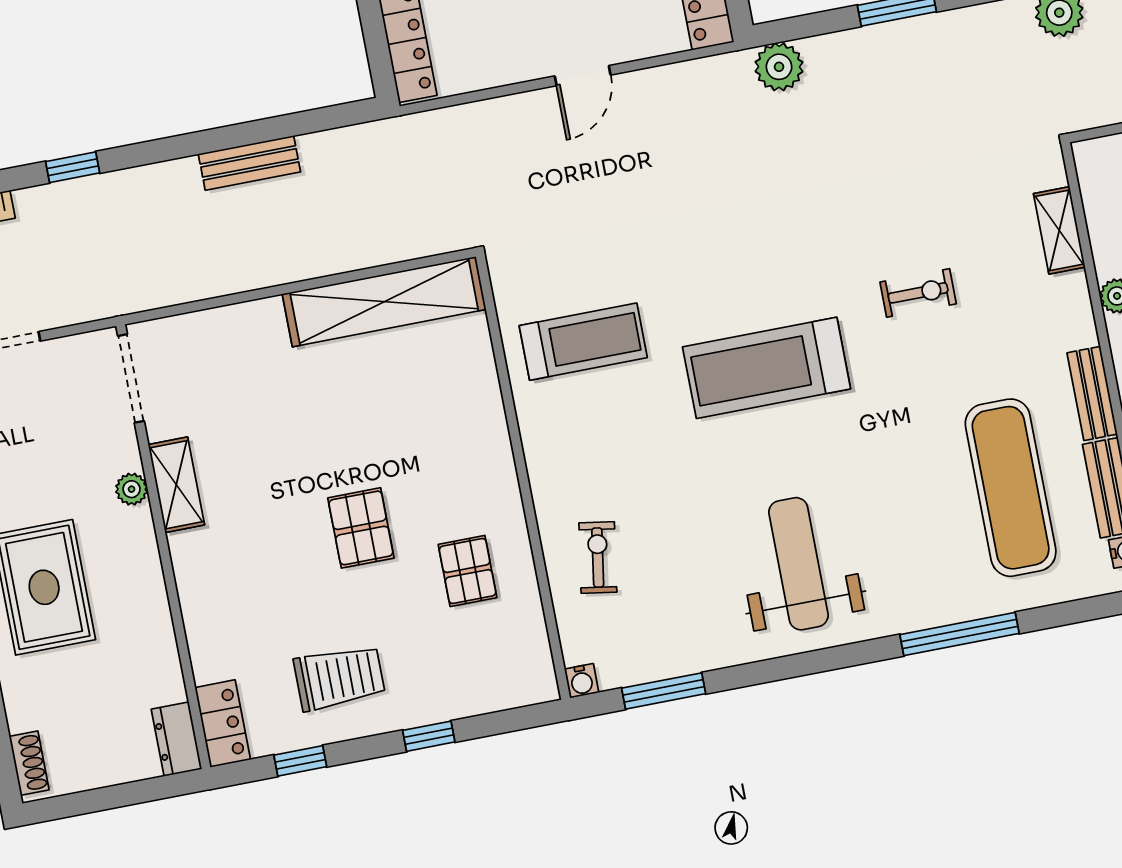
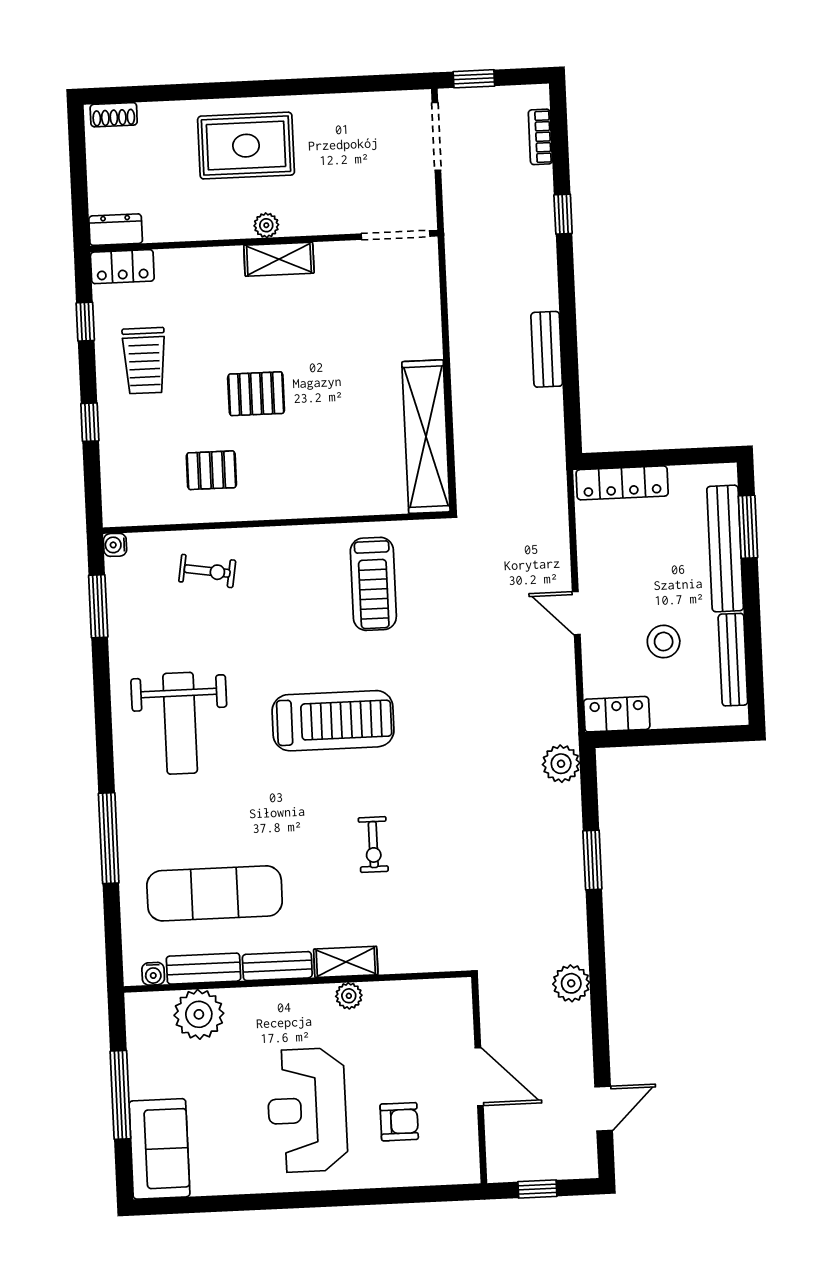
shelving: (1059, 230) -> (346, 962), moved
treadmill: (767, 368) -> (333, 721), turned 90
shelving: (176, 485) -> (279, 259), moved
plant: (132, 489) -> (266, 225), moved
weight bench: (798, 564) -> (180, 723), turned 90

